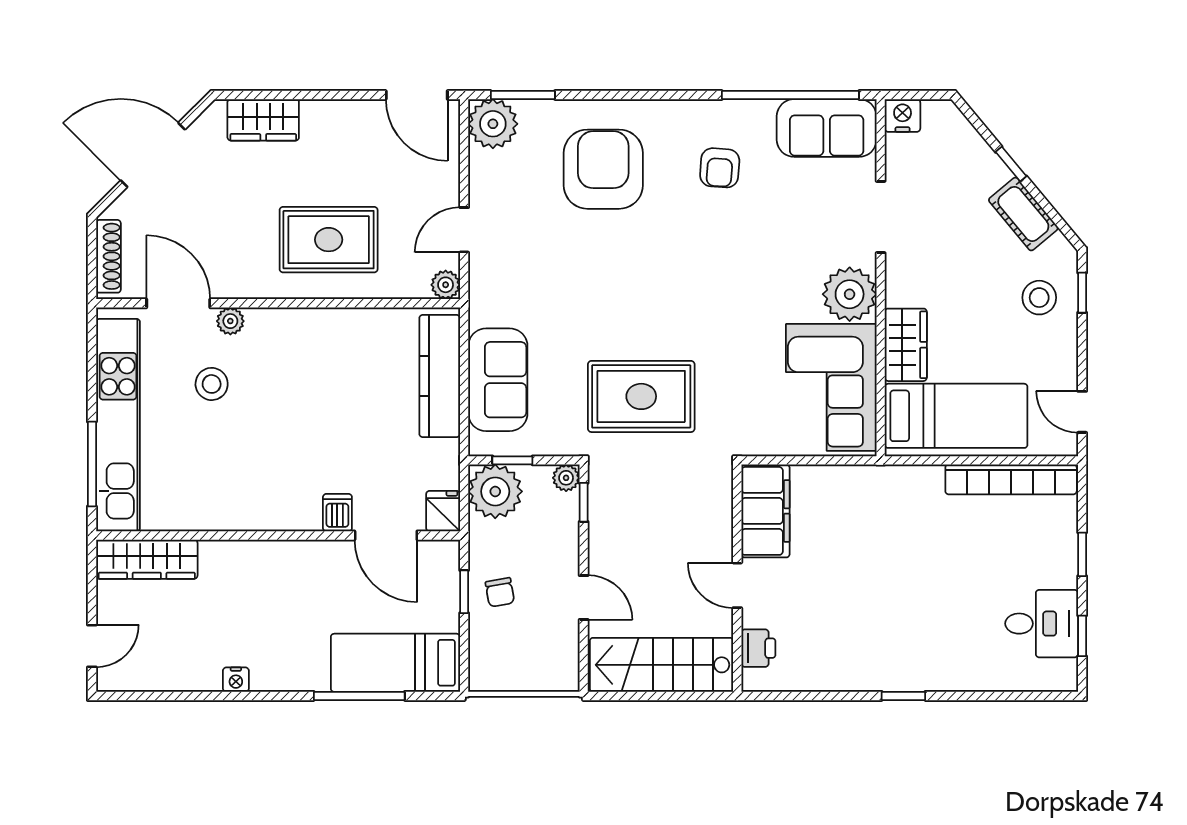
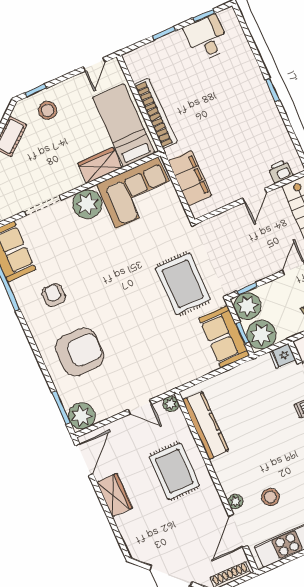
wardrobe: (263, 120) -> (115, 495), moved
armchair: (720, 168) -> (54, 295), turned -94
armchair: (603, 169) -> (80, 352), turned 180
kitchen counter: (440, 376) -> (206, 425), moved, turned -90
sofa: (498, 380) -> (224, 337), moved, turned -90
plant: (566, 478) -> (247, 306), width x1.88, depth x1.88
bookcase: (1011, 479) -> (156, 113), moved
filing cabinet: (765, 511) -> (190, 178), moved, turned 90

